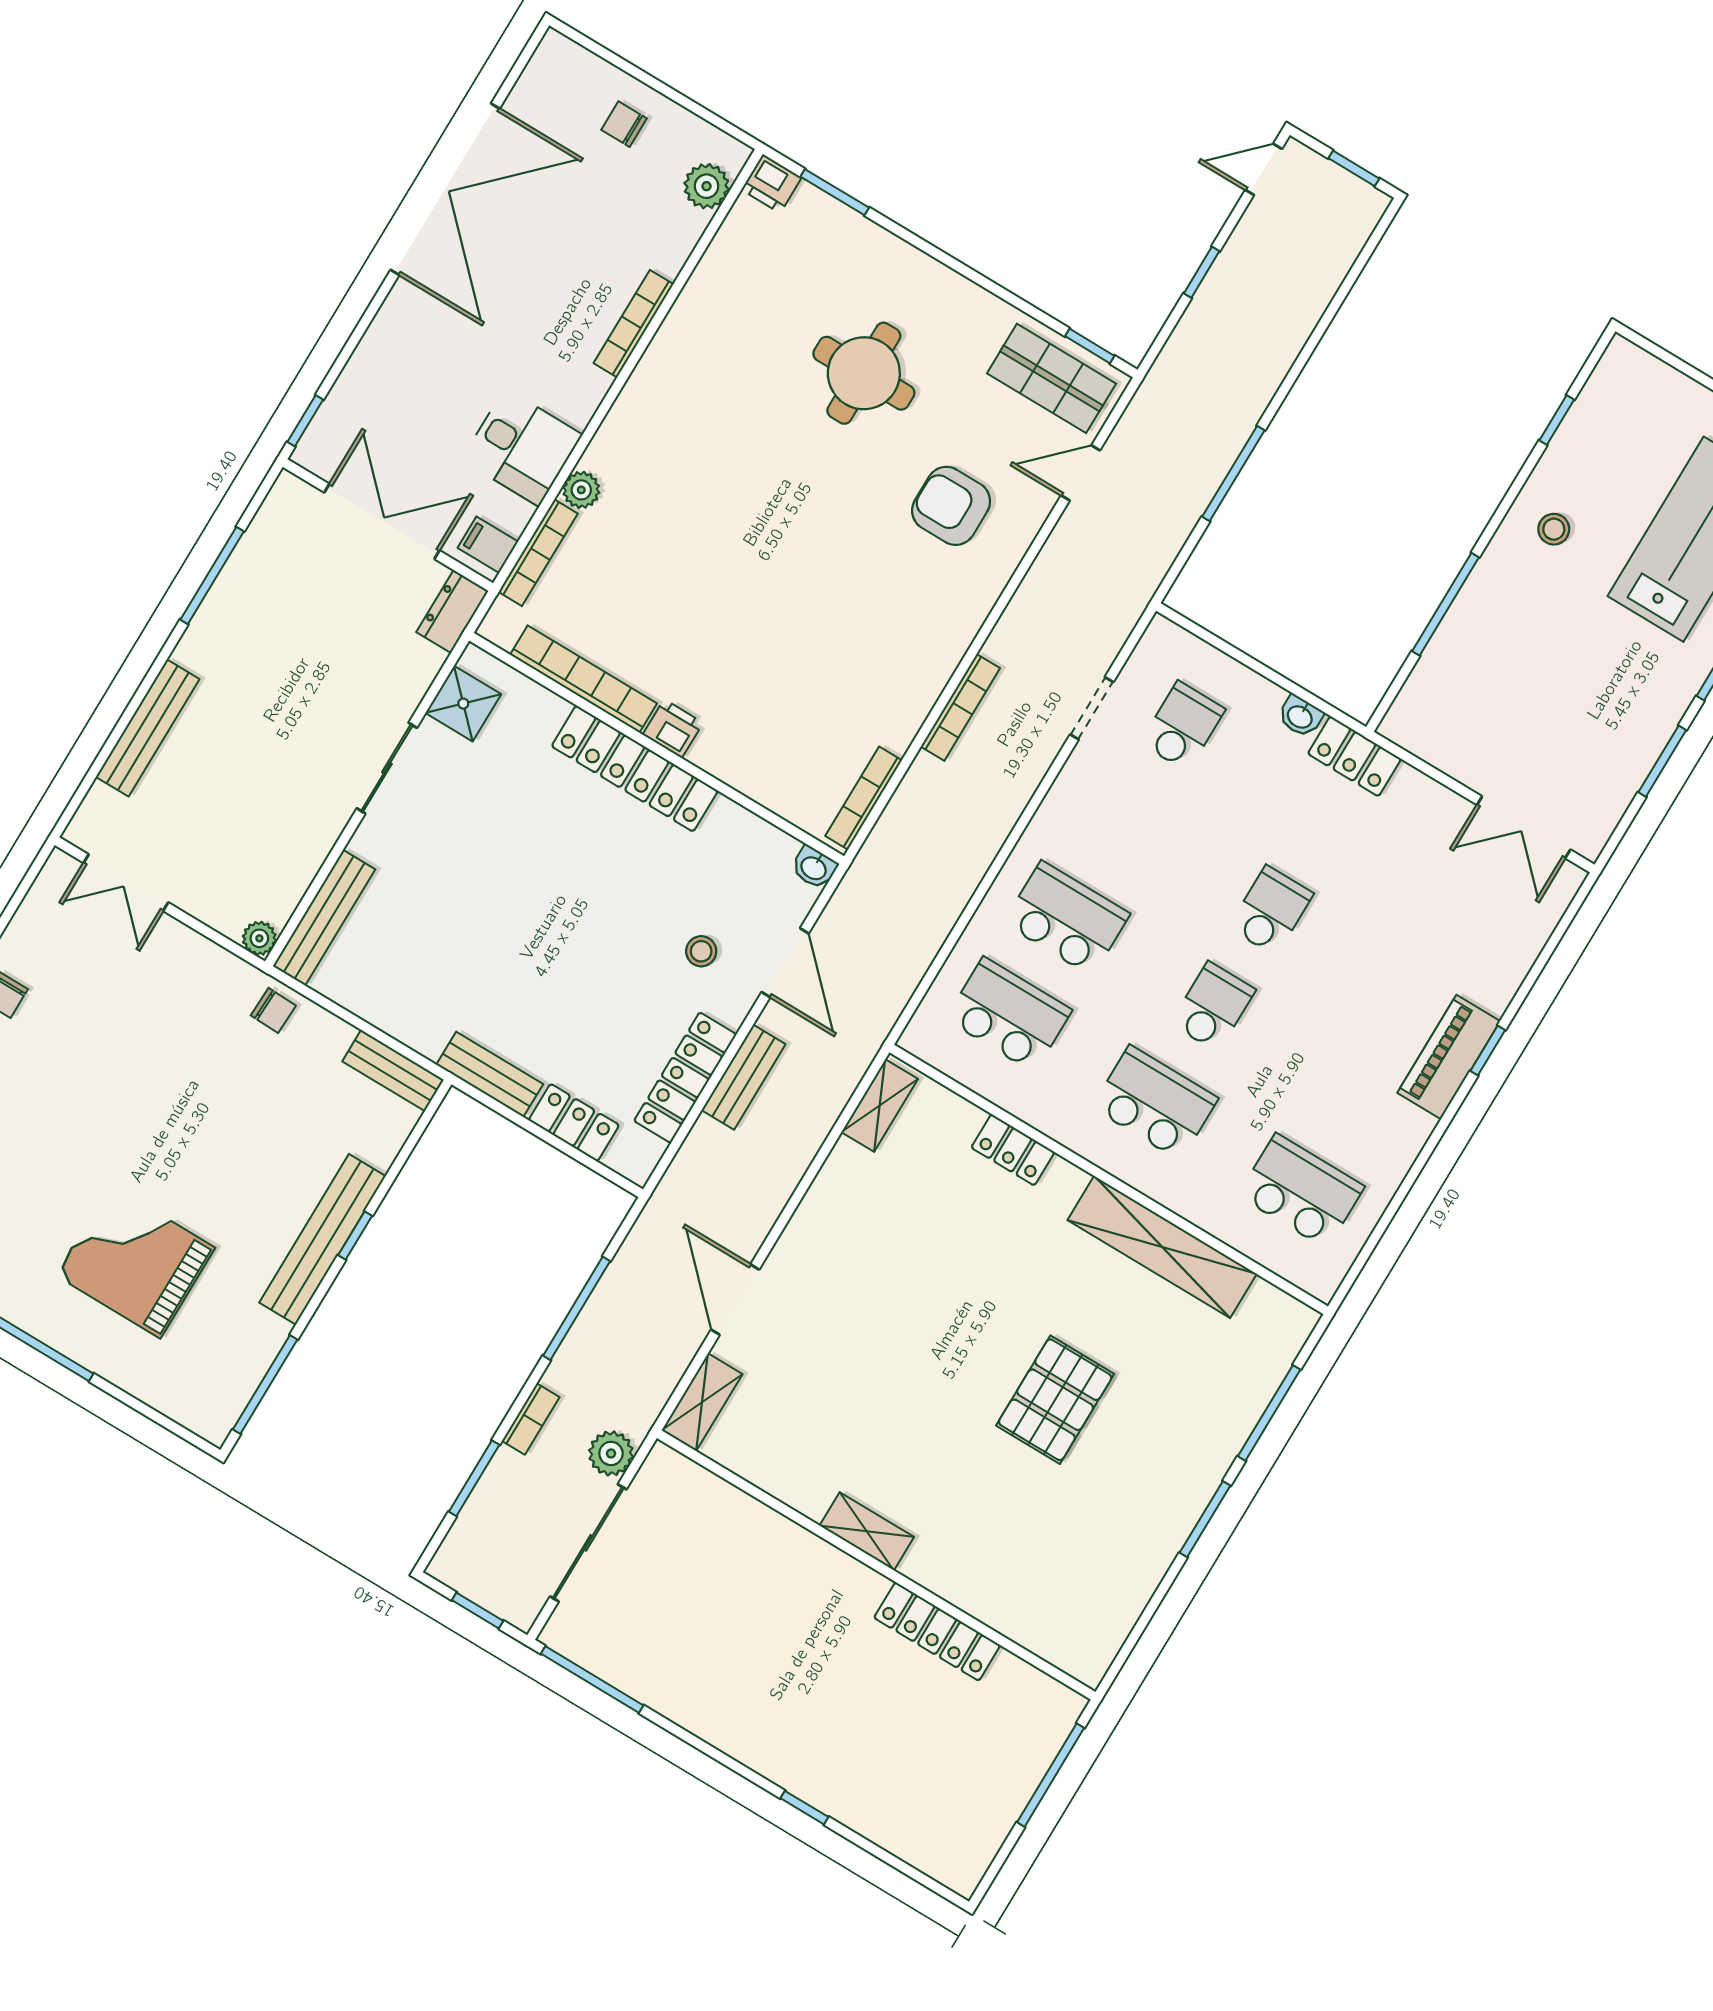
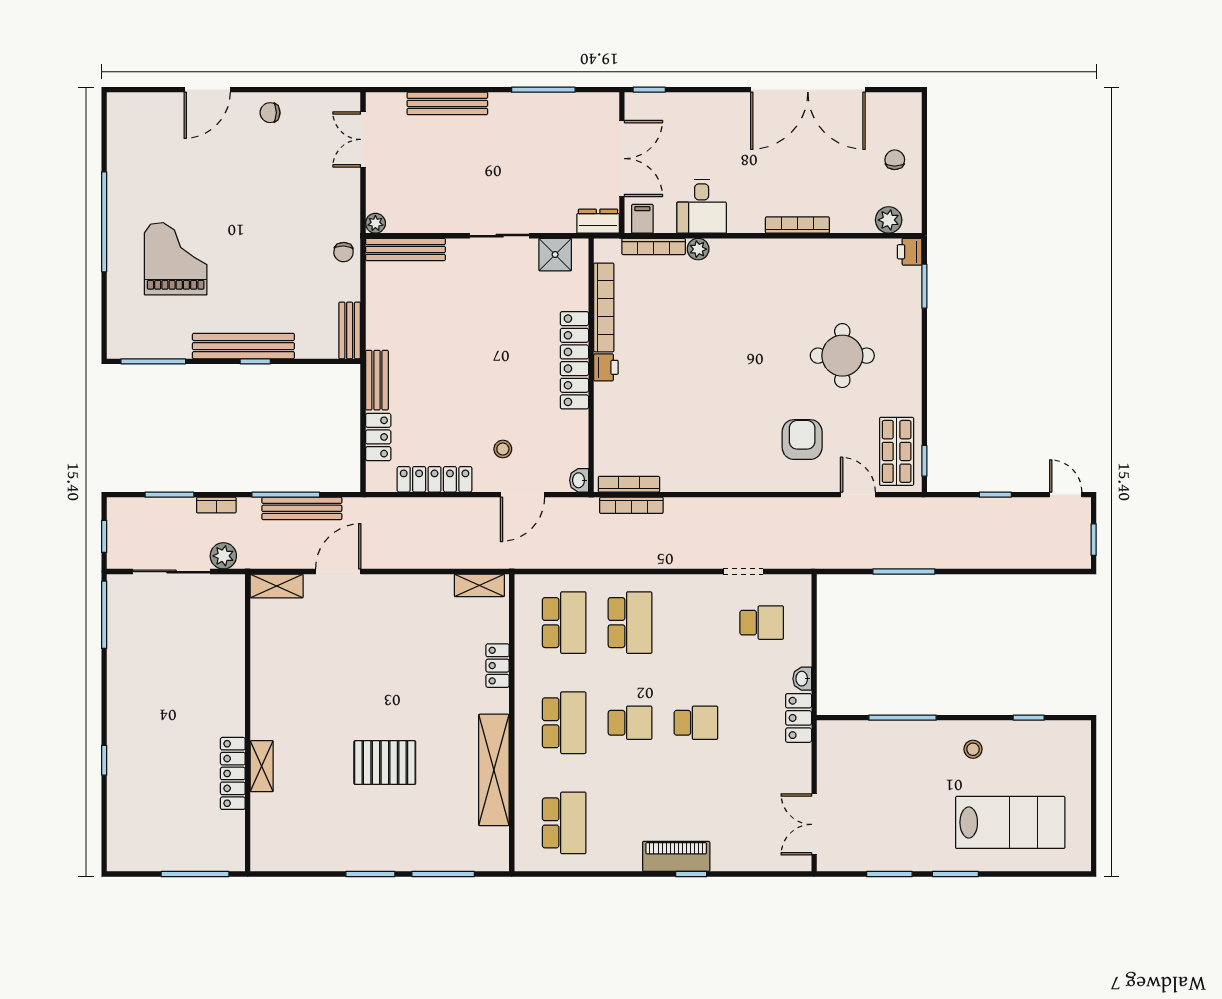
bookcase: (960, 707) -> (631, 505), moved
bench: (743, 1077) -> (302, 508), moved, width x1.36
shelving: (867, 1531) -> (262, 766), moved

